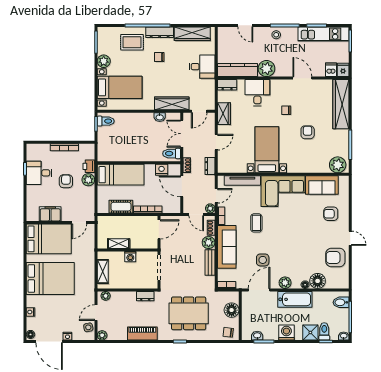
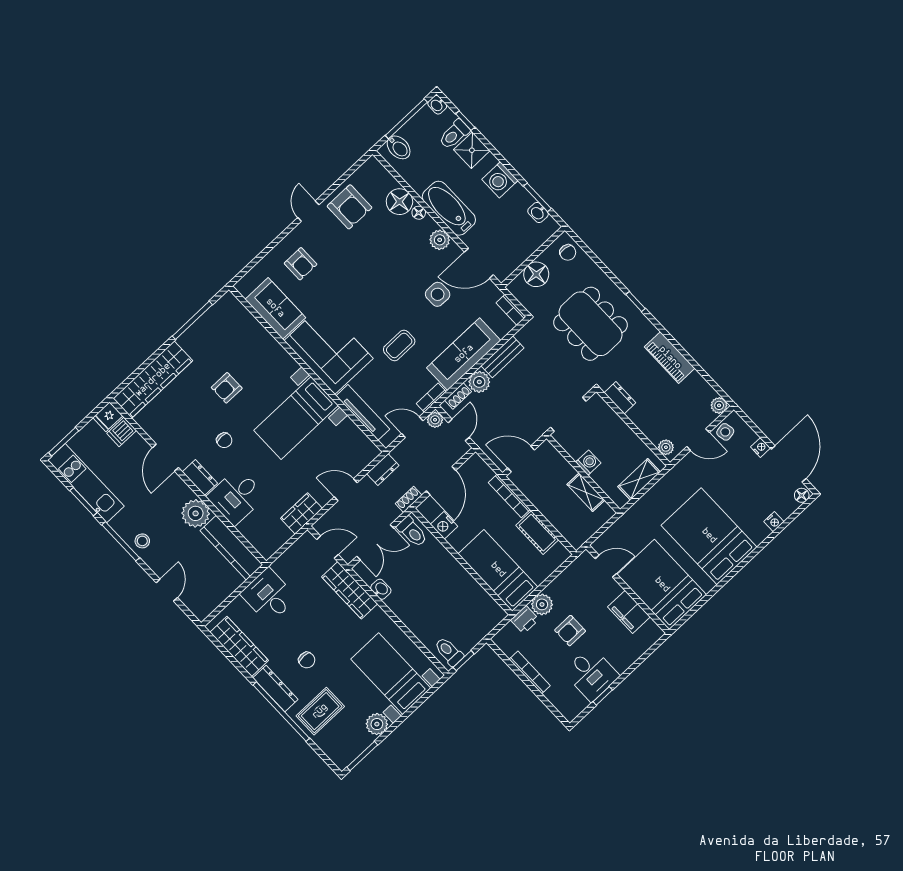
rug: (132, 42) -> (320, 711), turned 90
dresser: (227, 85) -> (200, 477), moved
plant: (338, 165) -> (232, 312), removed

